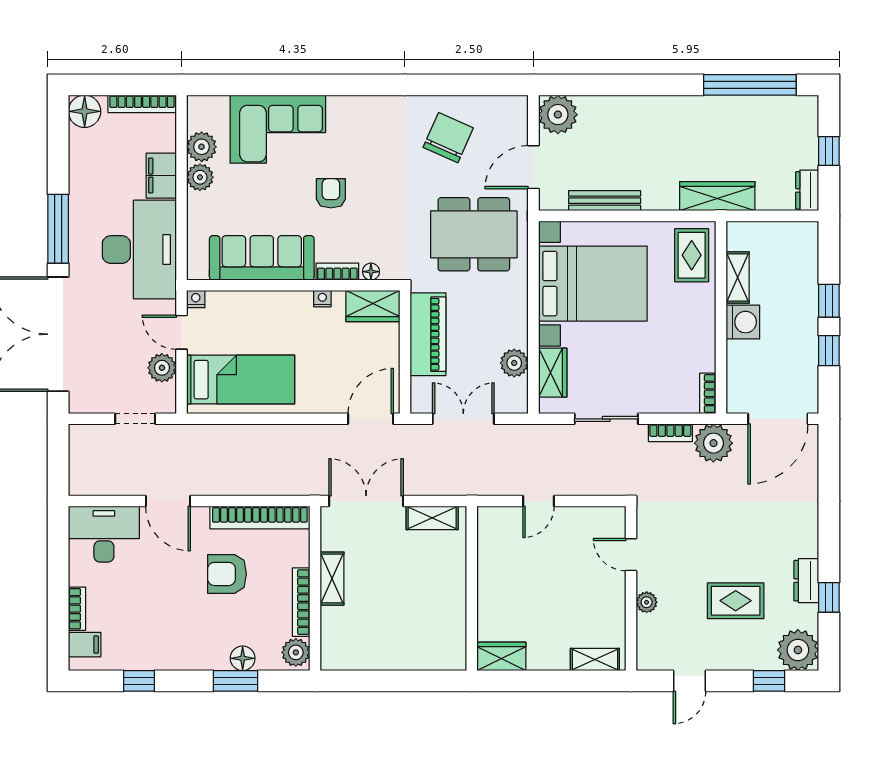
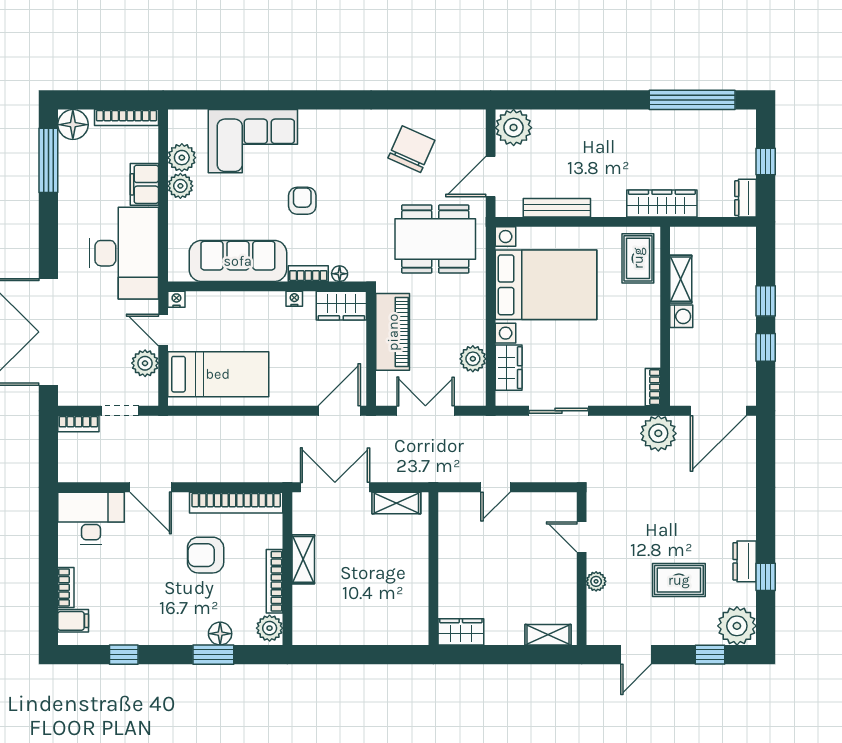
window: (58, 229) -> (48, 160), moved
washing machine: (743, 322) -> (681, 316), width x0.73, depth x0.73
bookcase: (670, 433) -> (78, 424), moved

